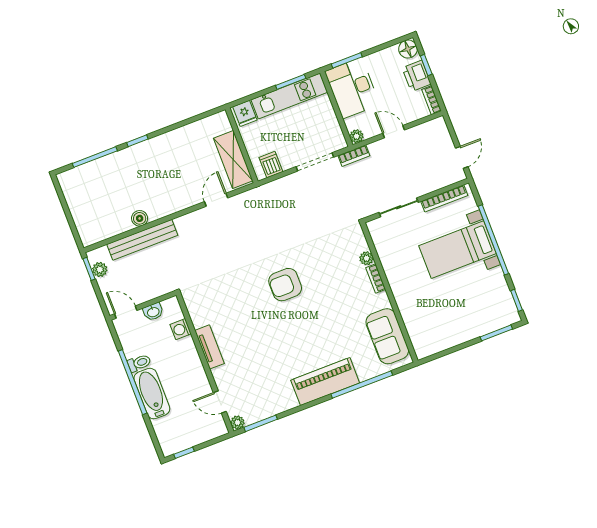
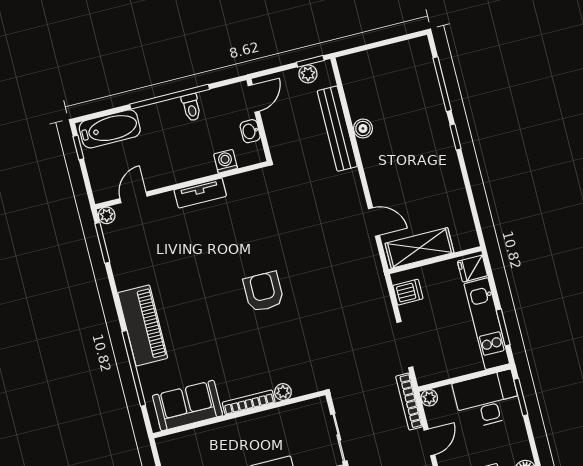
bookcase: (354, 156) -> (409, 402), width x1.56
bookcase: (376, 279) -> (249, 402), width x1.56
bathtub: (152, 394) -> (110, 129), moved

